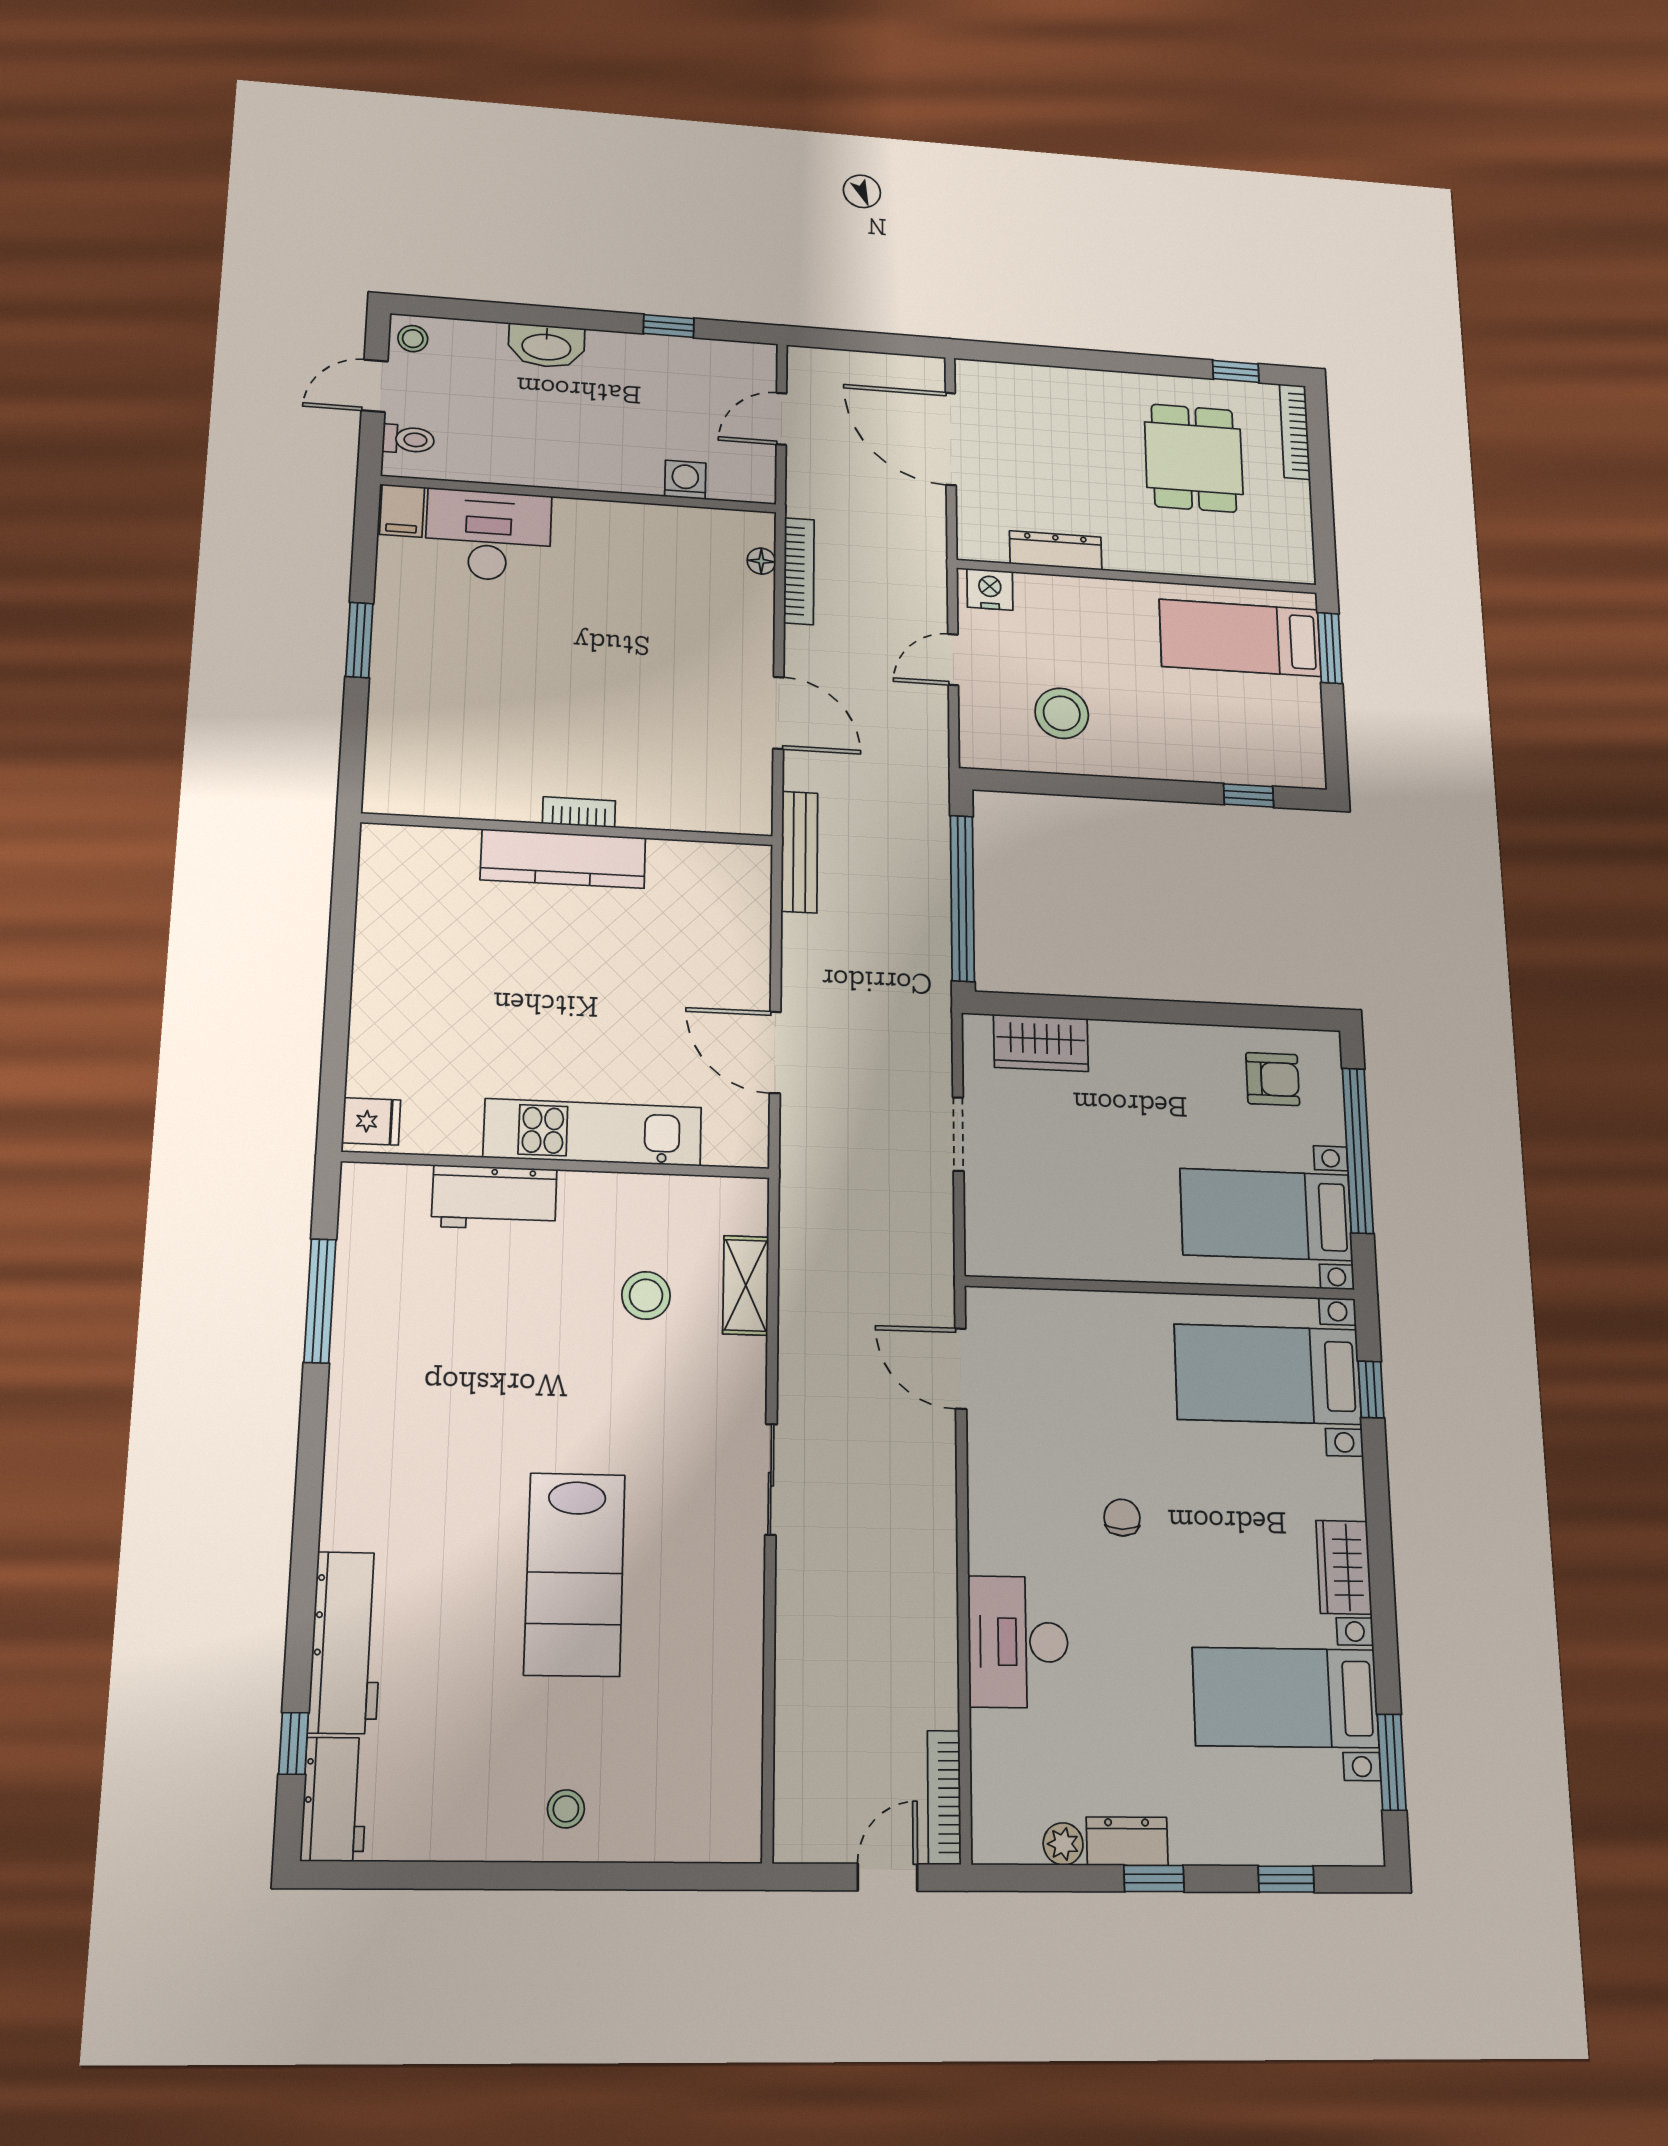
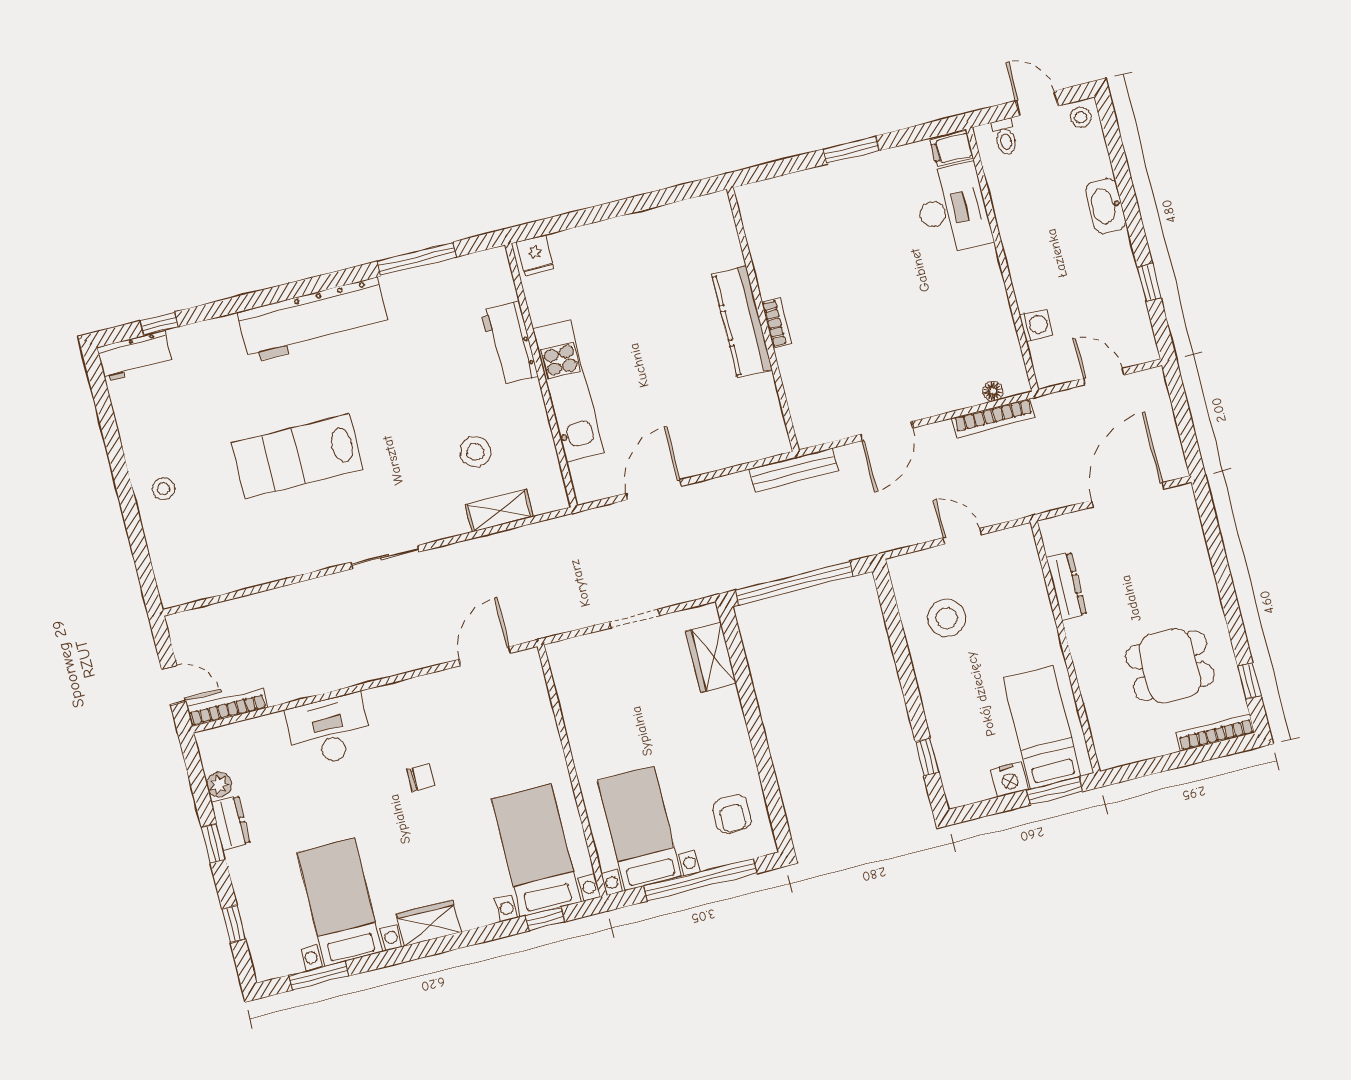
nightstand: (990, 589) -> (1009, 779), moved, turned 90
workbench: (346, 1642) -> (313, 320), moved, width x1.36, depth x1.32

